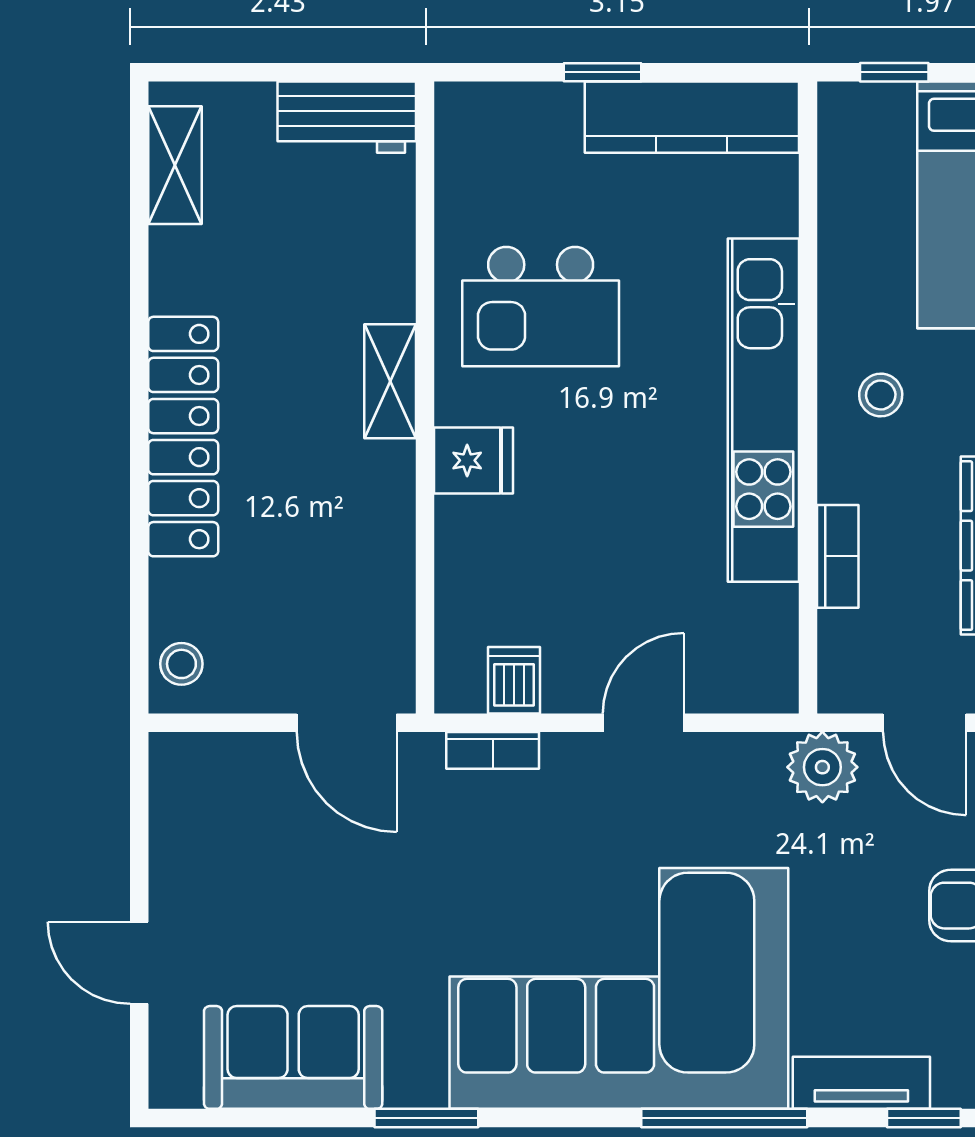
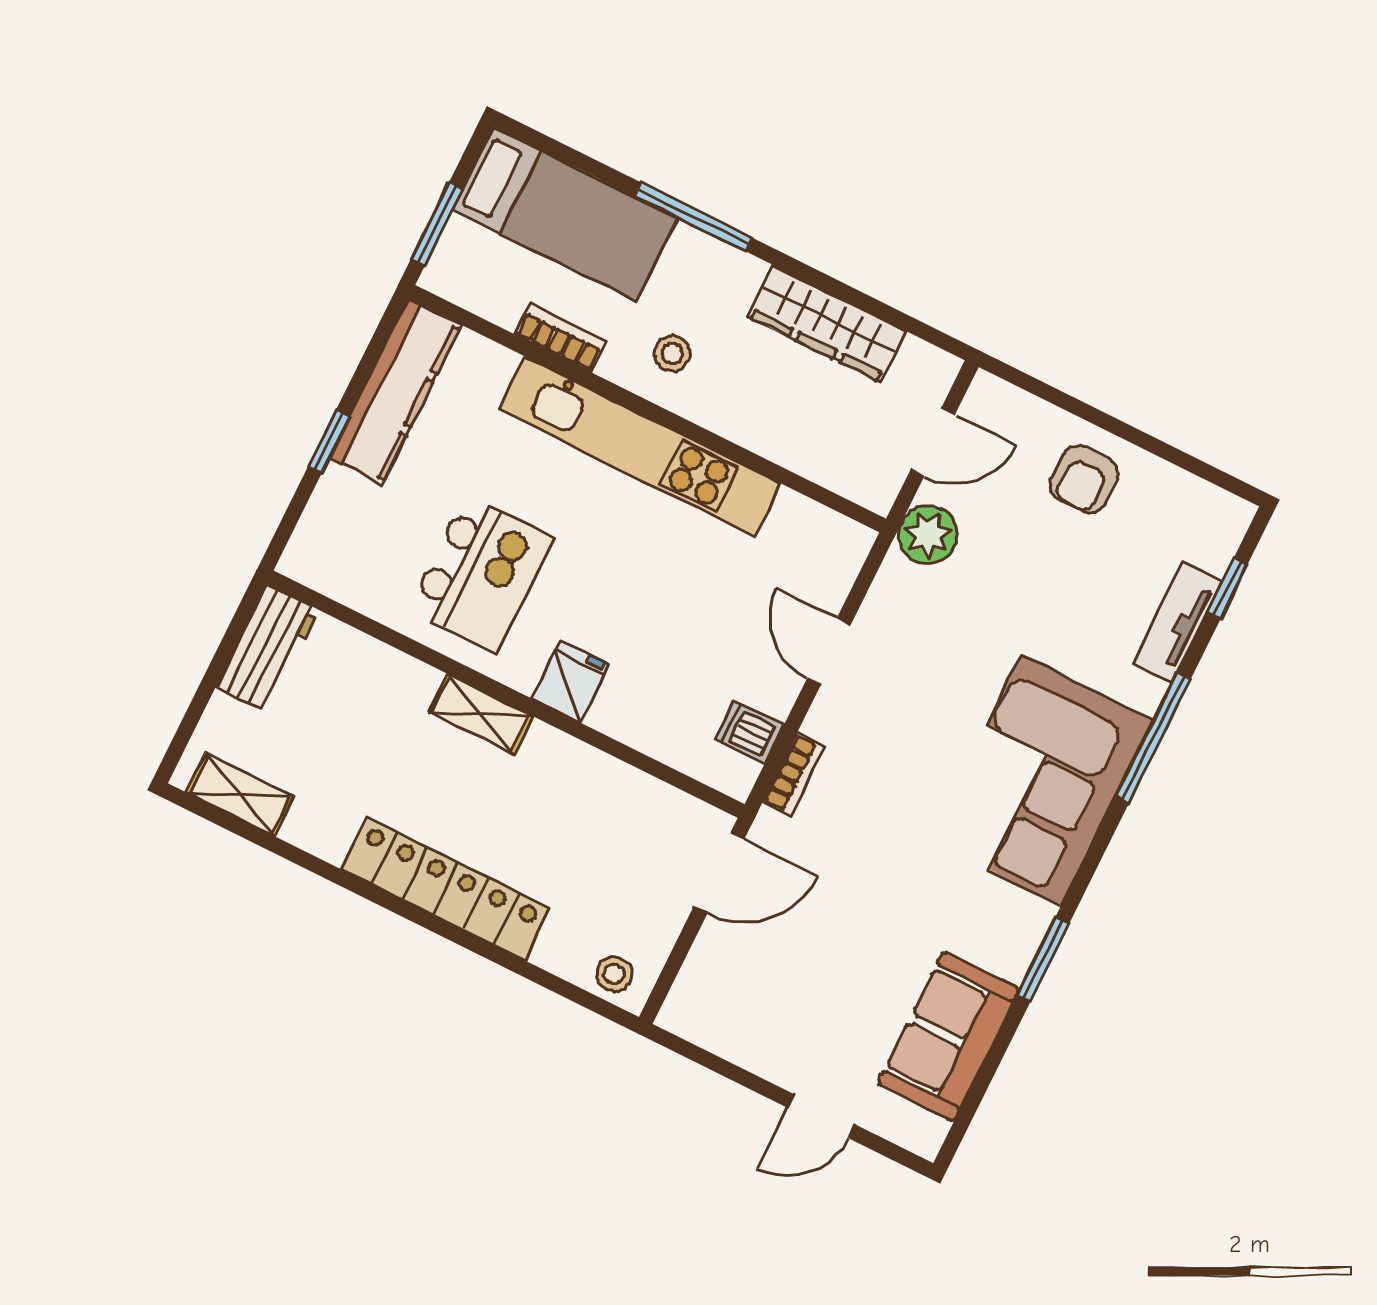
window: (894, 72) -> (437, 224), width x1.50
bookcase: (838, 556) -> (561, 338), moved
corner sofa: (619, 988) -> (1041, 780), width x0.73, depth x0.74

